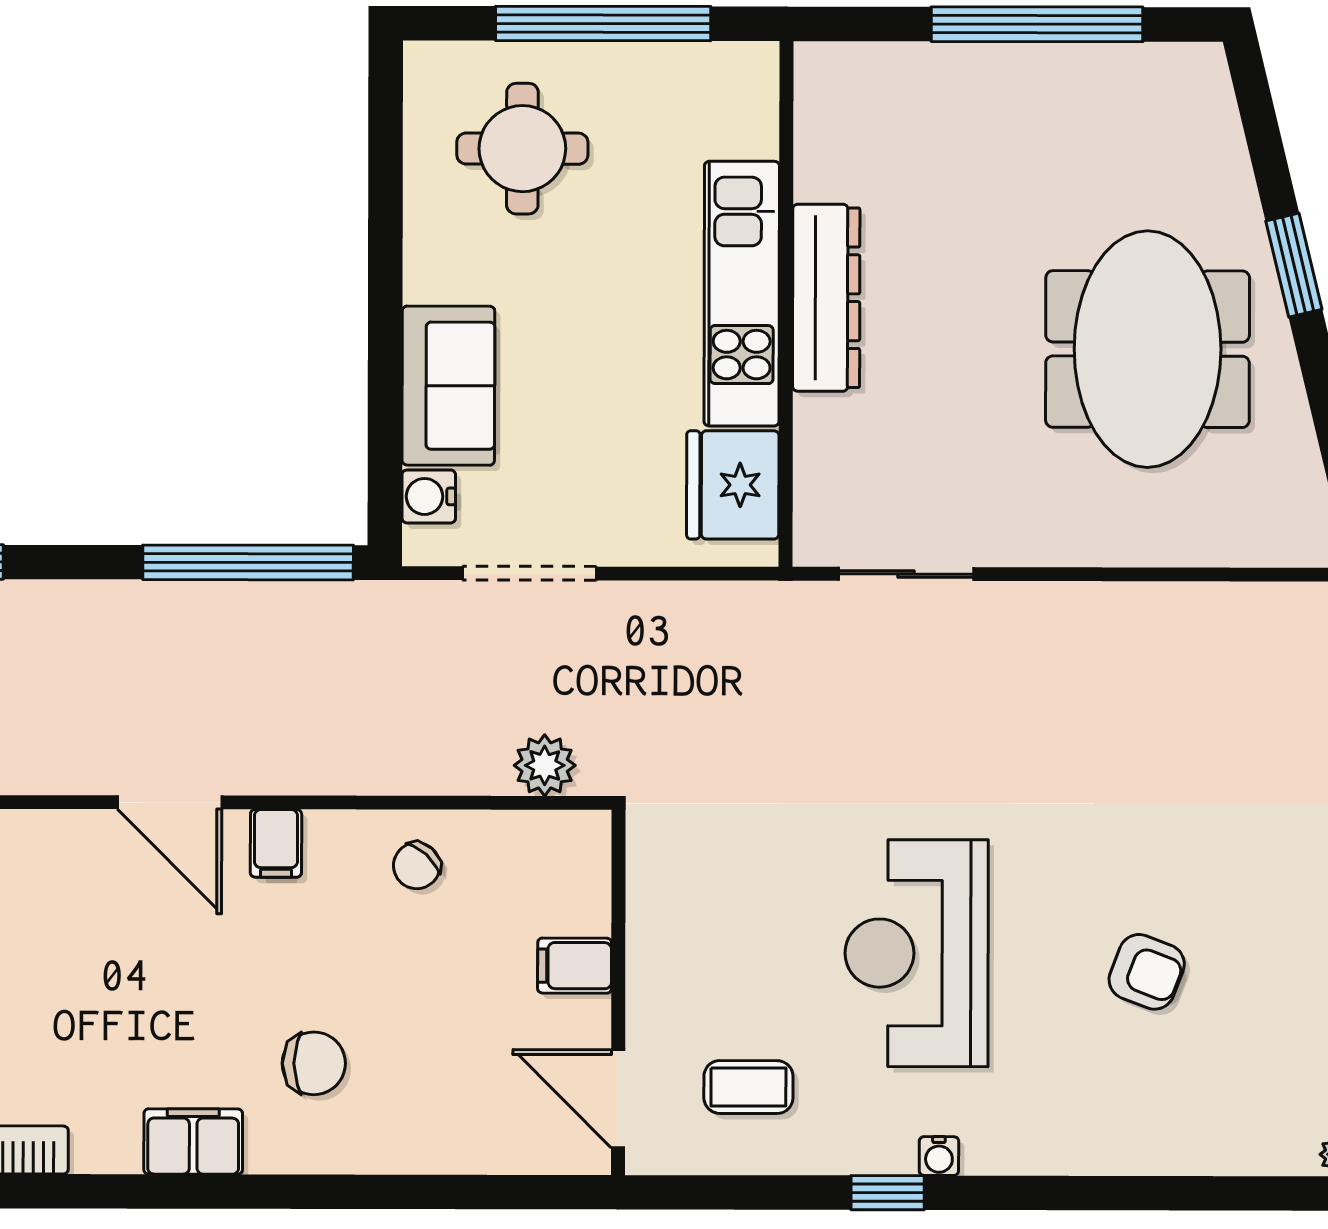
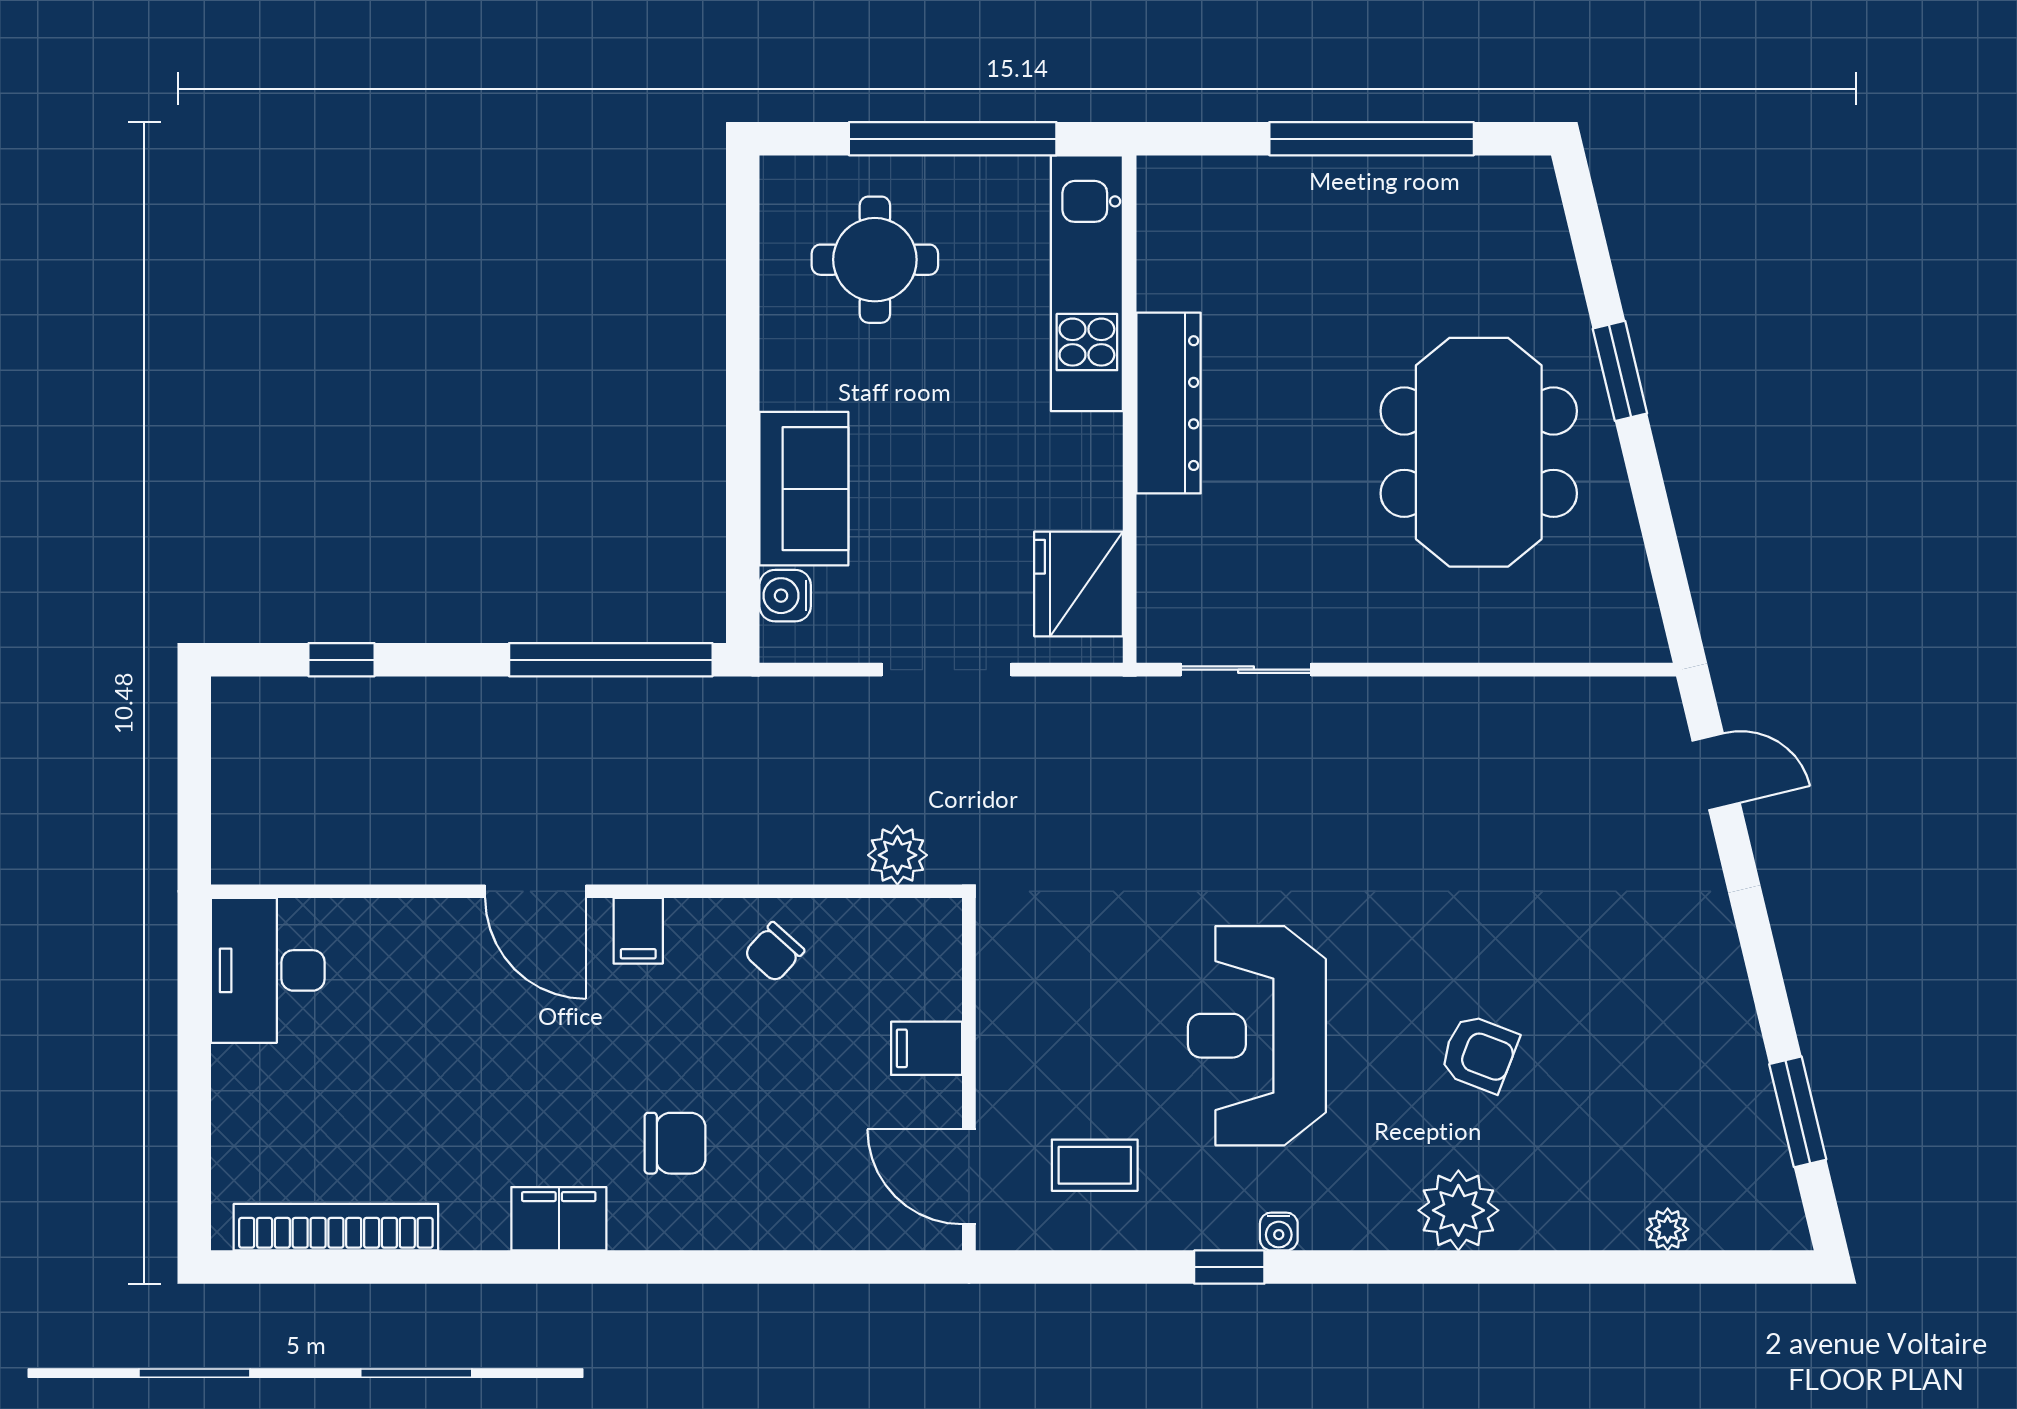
kitchen unit: (742, 294) -> (1087, 283), moved
doorway: (529, 573) -> (947, 670), moved
plant: (1125, 1134) -> (1458, 1210), added

